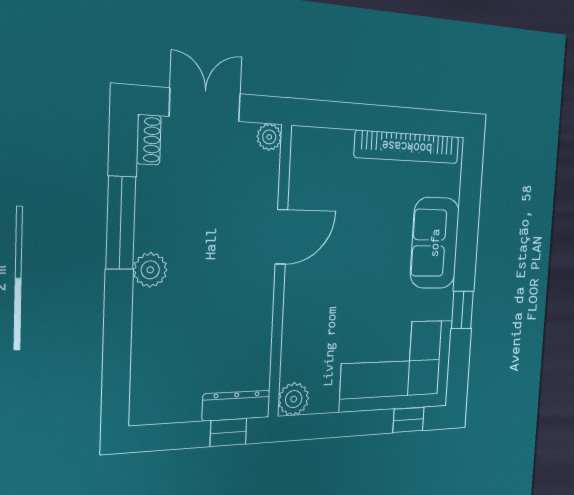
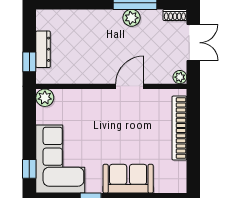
bookcase: (407, 147) -> (179, 128), moved
door: (281, 237) -> (130, 86), swing flipped
plant: (150, 270) -> (132, 18), moved
dresser: (236, 406) -> (43, 49), moved

